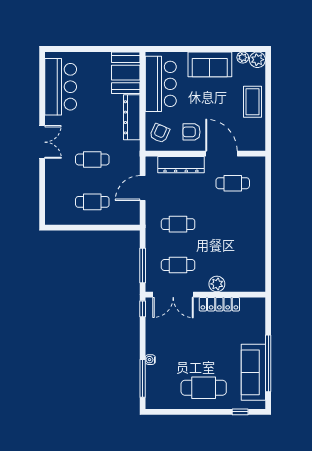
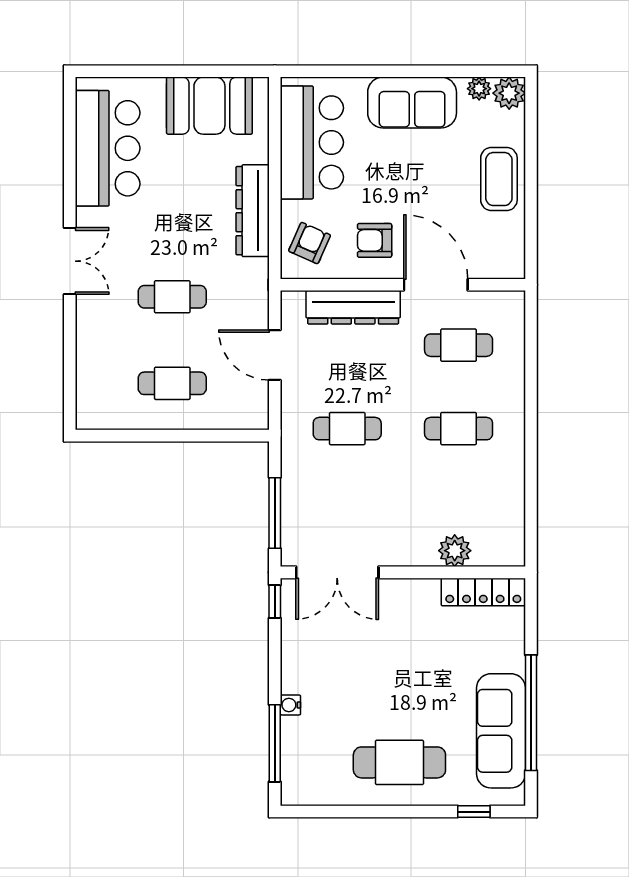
booth: (126, 73) -> (209, 106), moved, turned 90
door: (143, 188) -> (275, 355), hinge flipped
cafe table: (178, 265) -> (459, 429), moved
plant: (217, 284) -> (455, 551), moved
locker: (219, 304) -> (483, 592), moved

